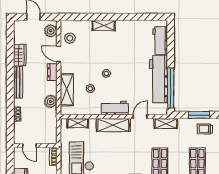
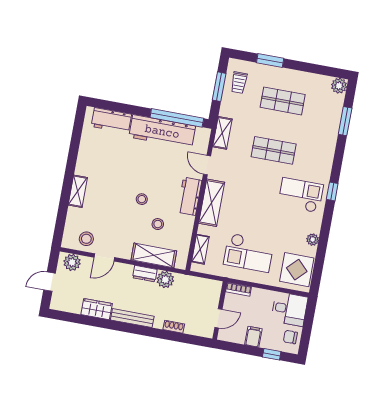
dresser: (52, 72) -> (145, 274), moved

